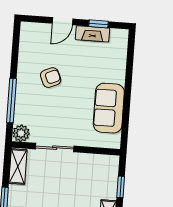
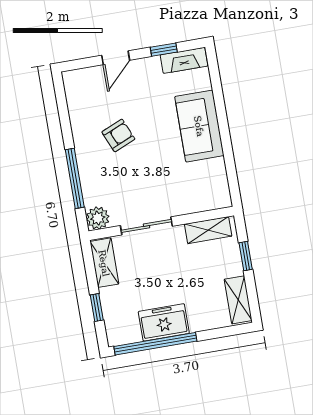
fireplace: (93, 34) -> (184, 60), moved
sofa: (109, 108) -> (199, 126), moved
shelving: (98, 162) -> (208, 230), added

